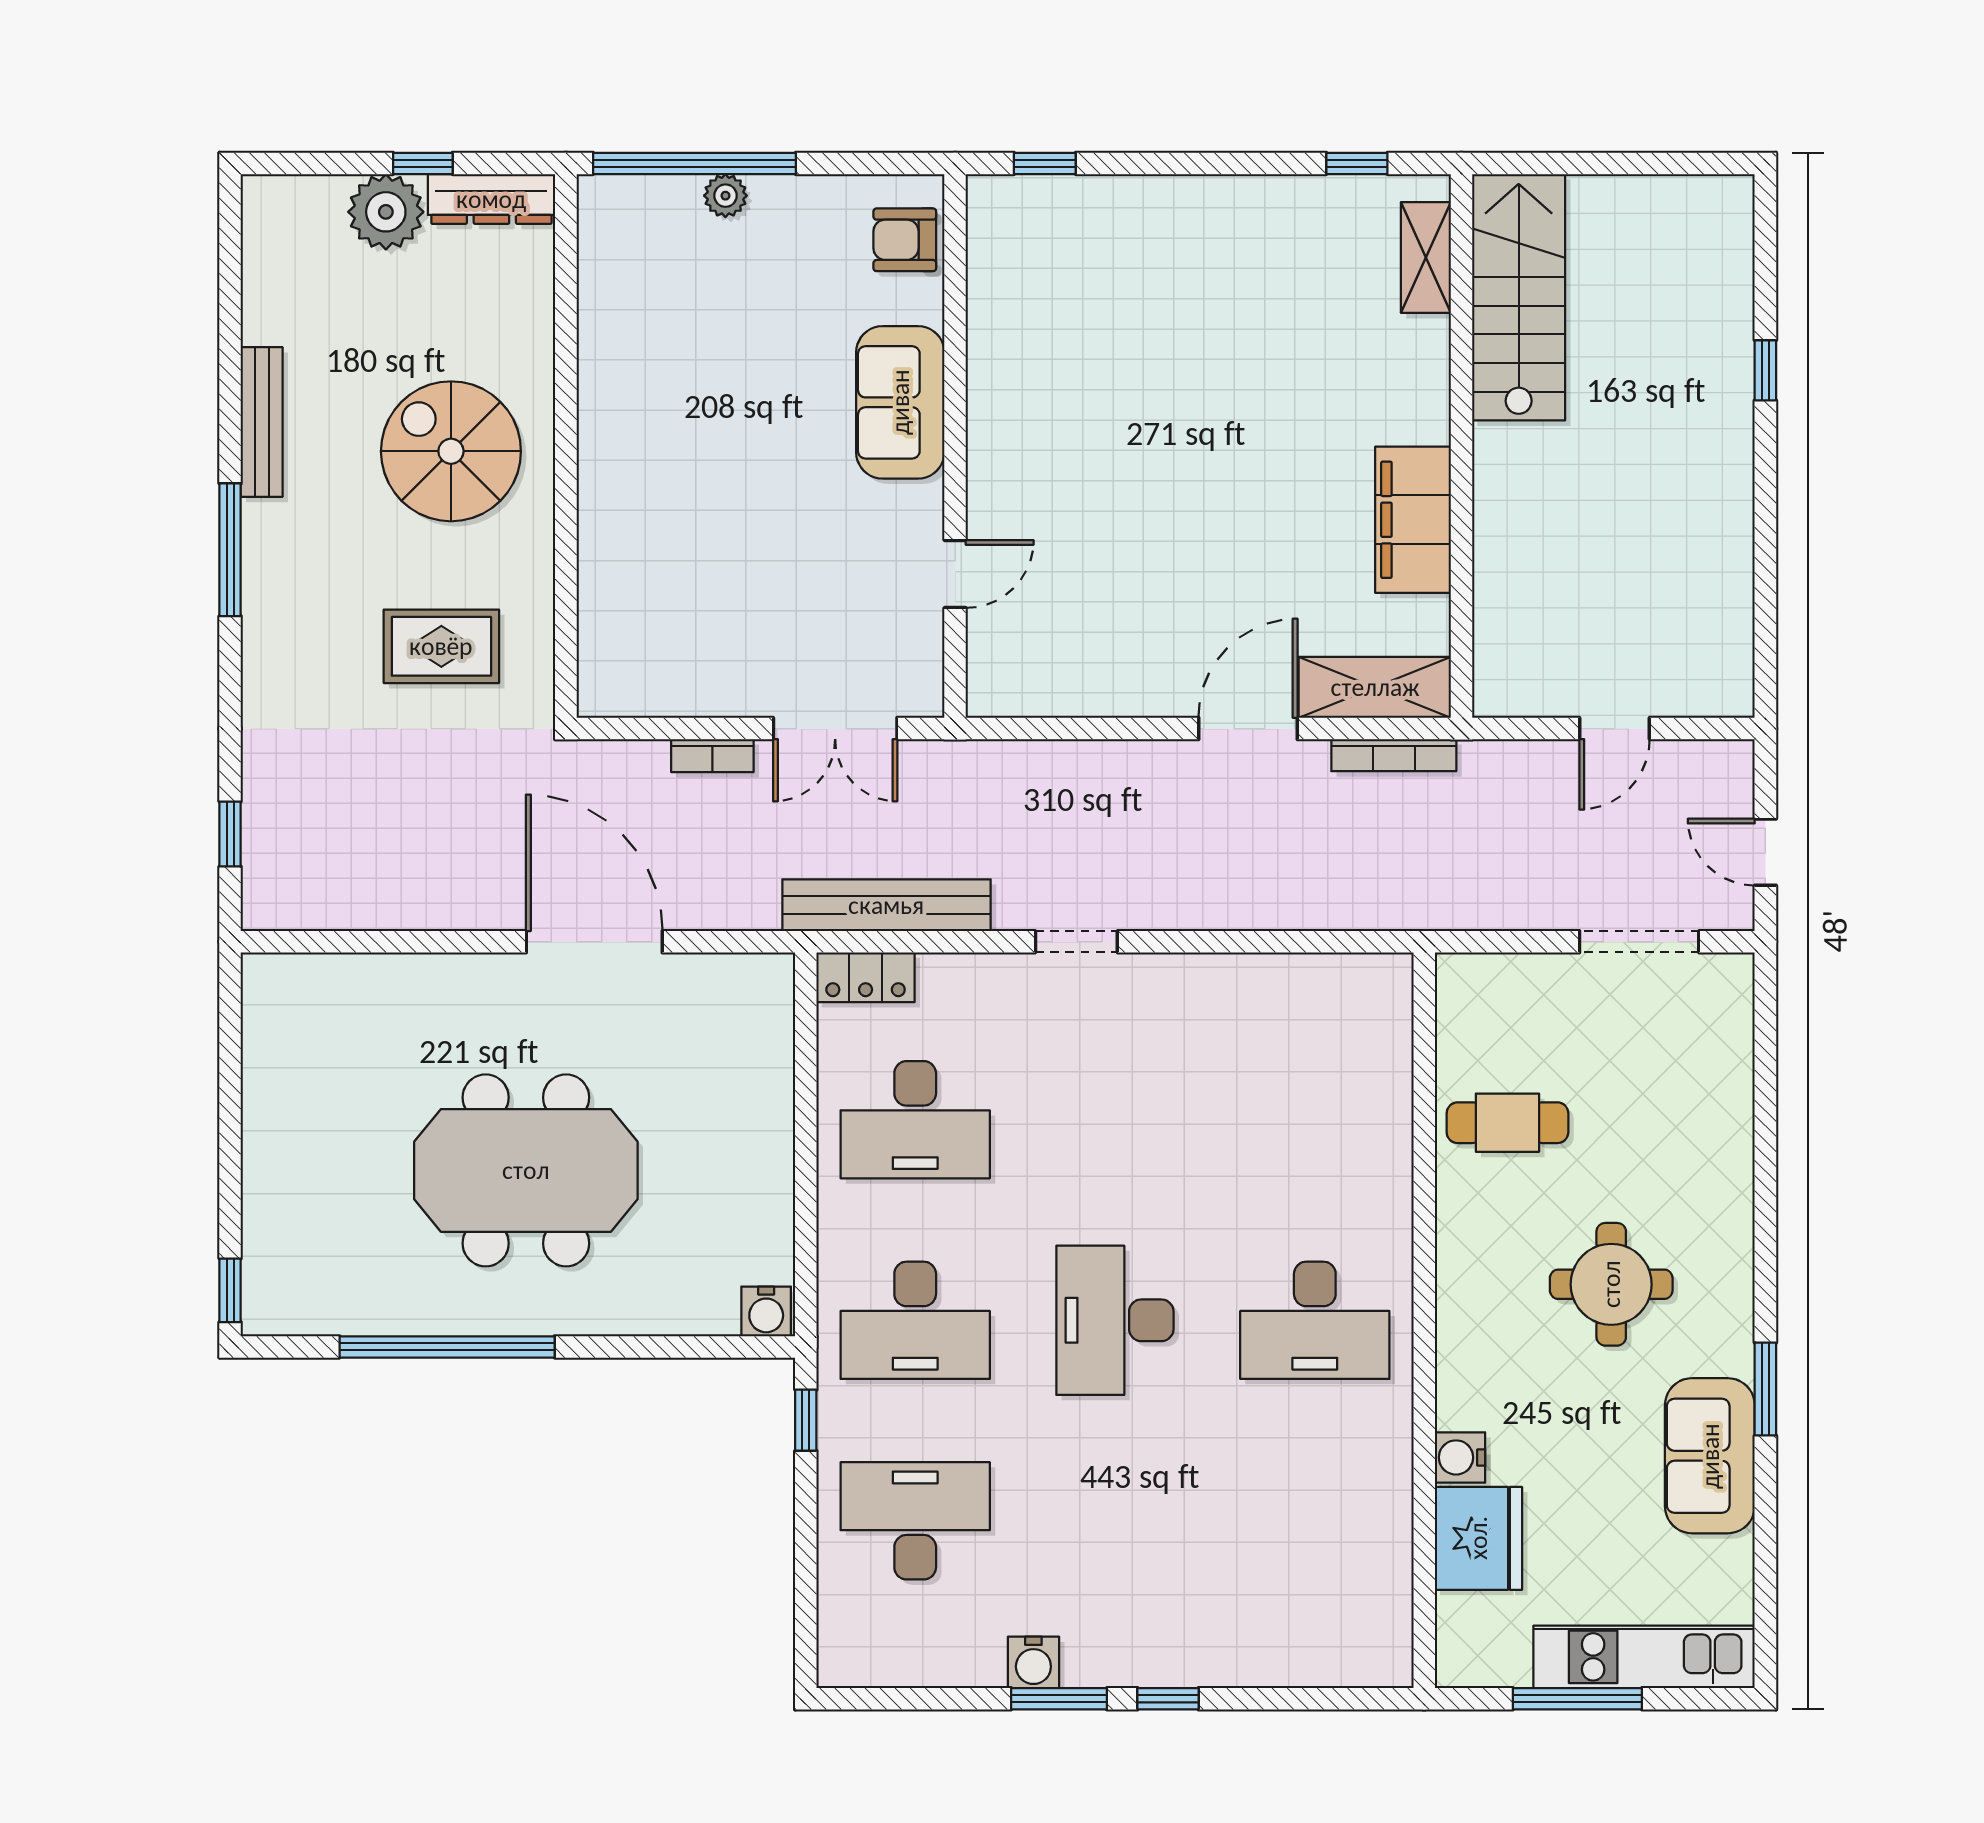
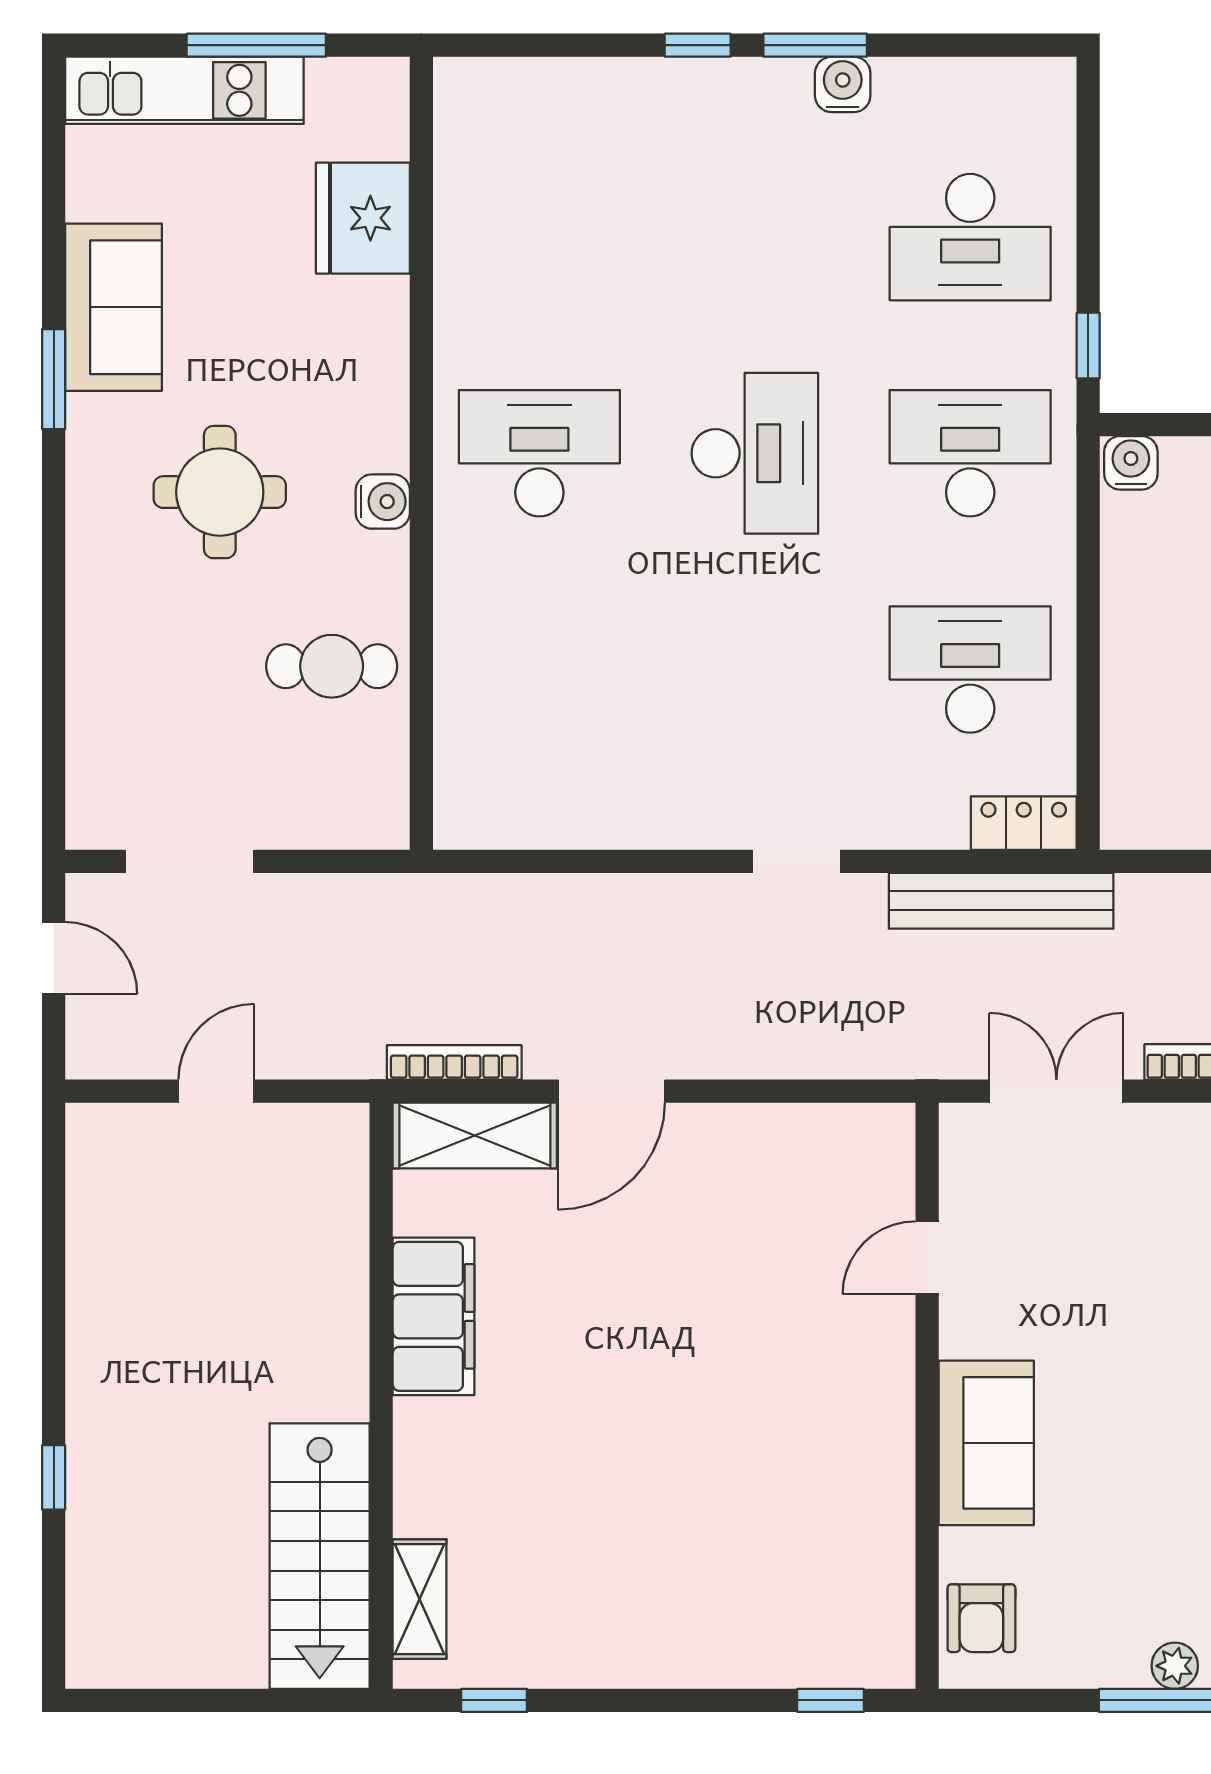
armchair: (905, 240) -> (981, 1618), turned 90
water cooler: (1460, 1457) -> (383, 502), moved

